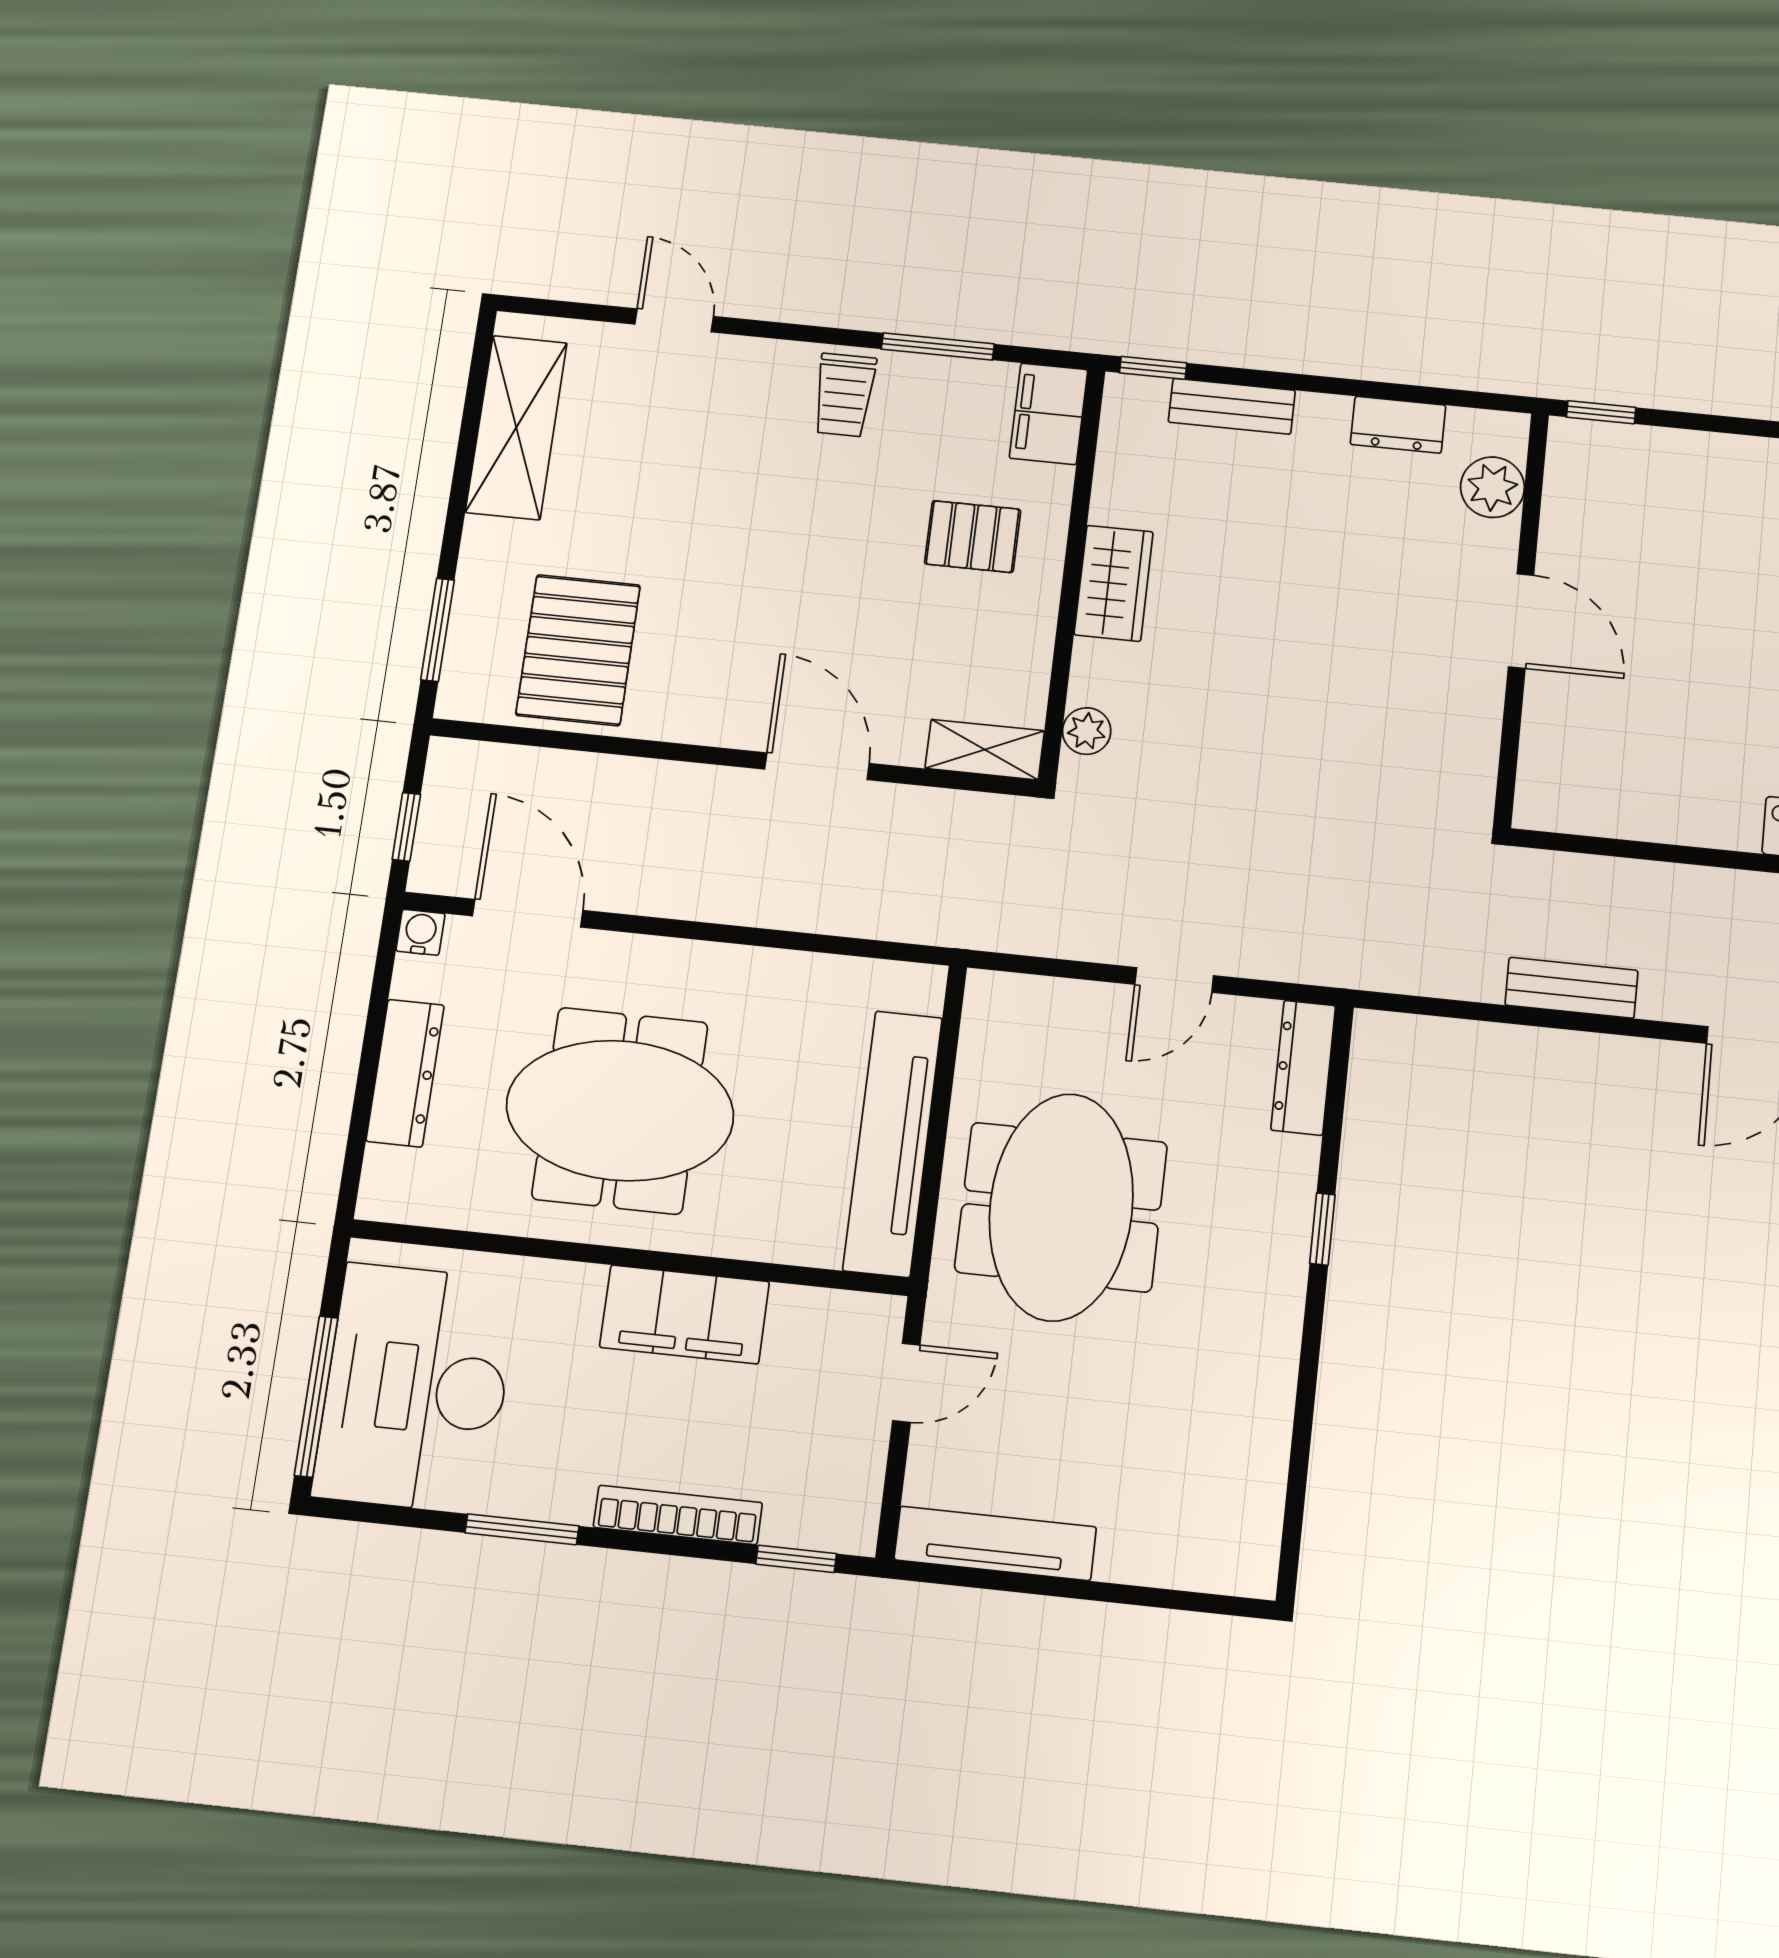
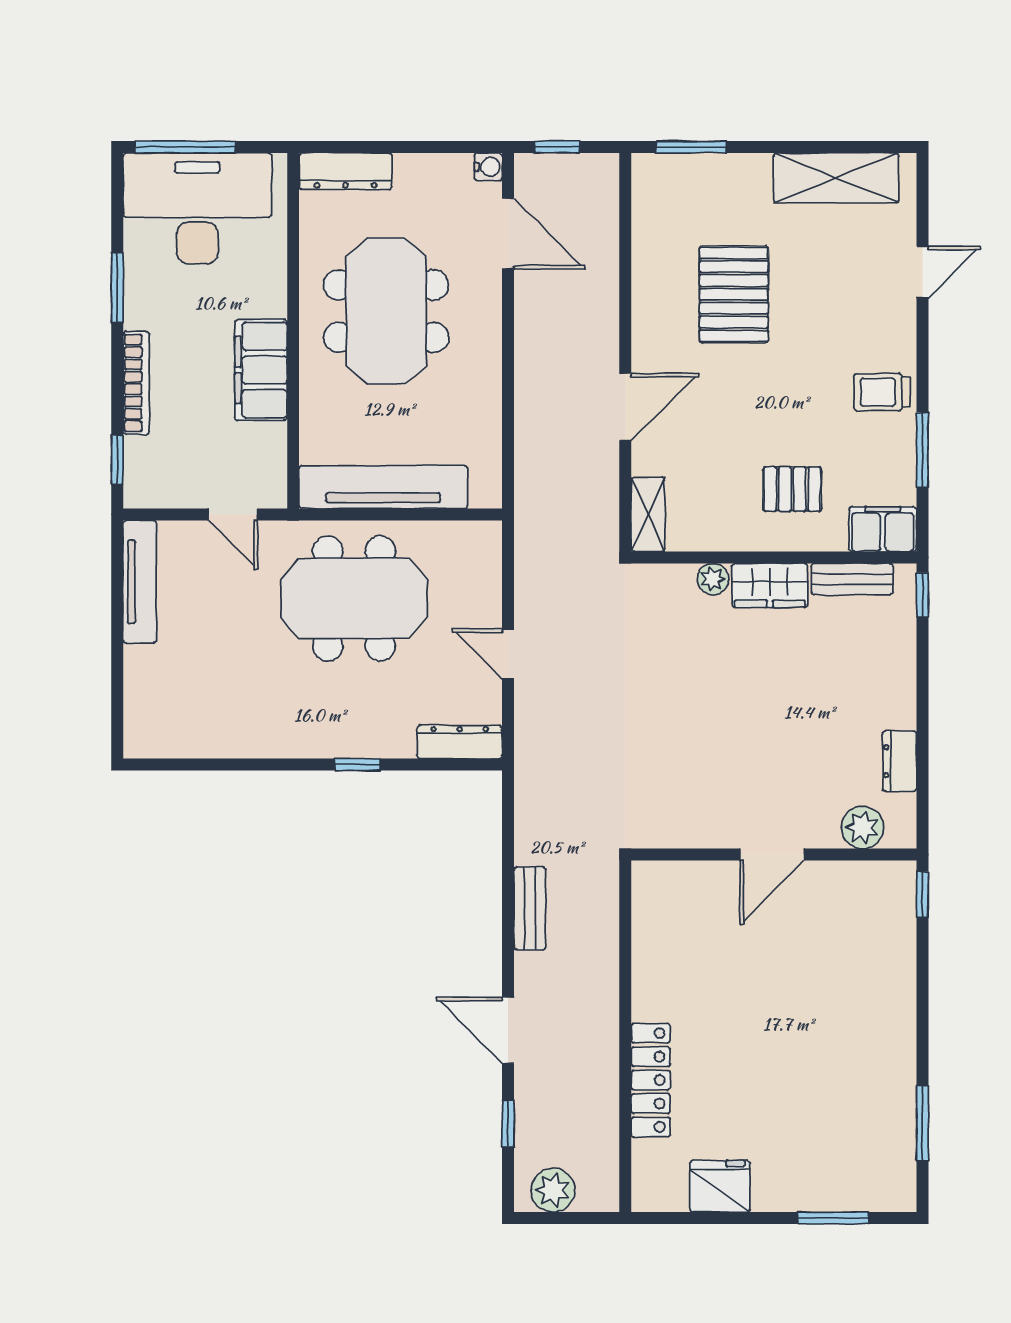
bench: (1232, 406) -> (852, 579), moved, turned 90
pallet: (973, 537) -> (792, 489), turned 90
pallet: (578, 650) -> (734, 294), moved, turned 90
plant: (1087, 731) -> (713, 579), moved
door: (528, 913) -> (508, 234), hinge flipped
dresser: (405, 1073) -> (345, 171), moved

